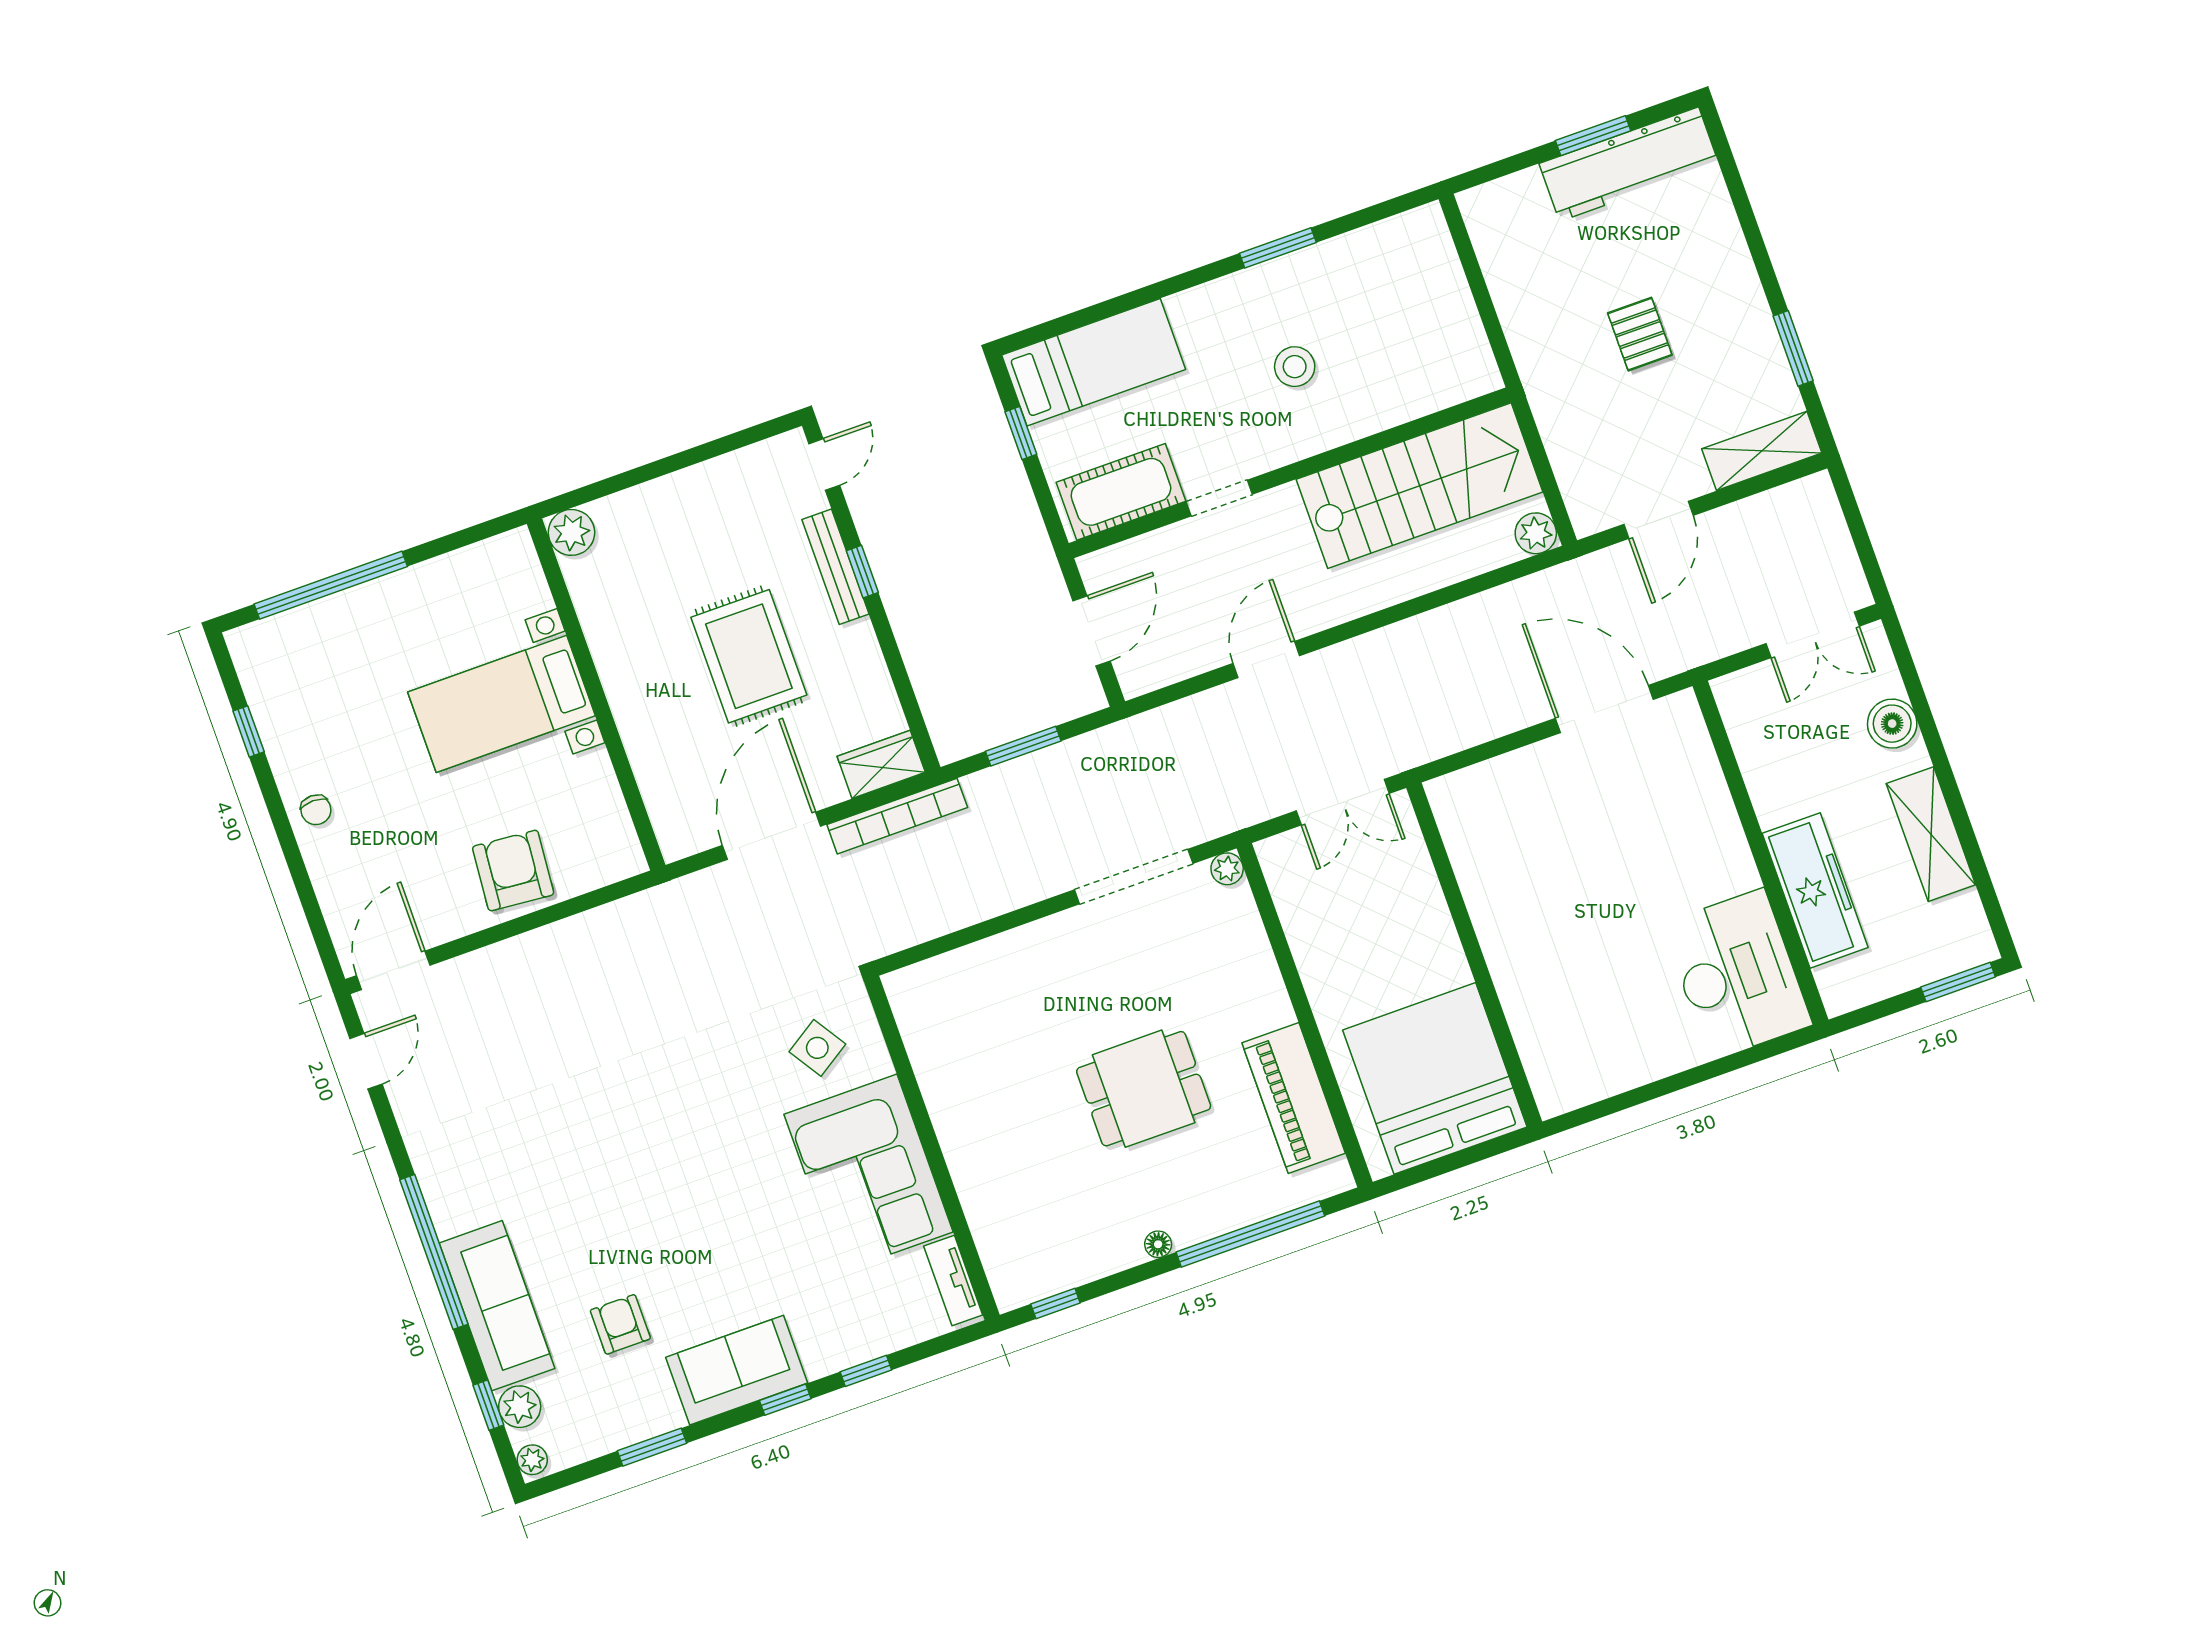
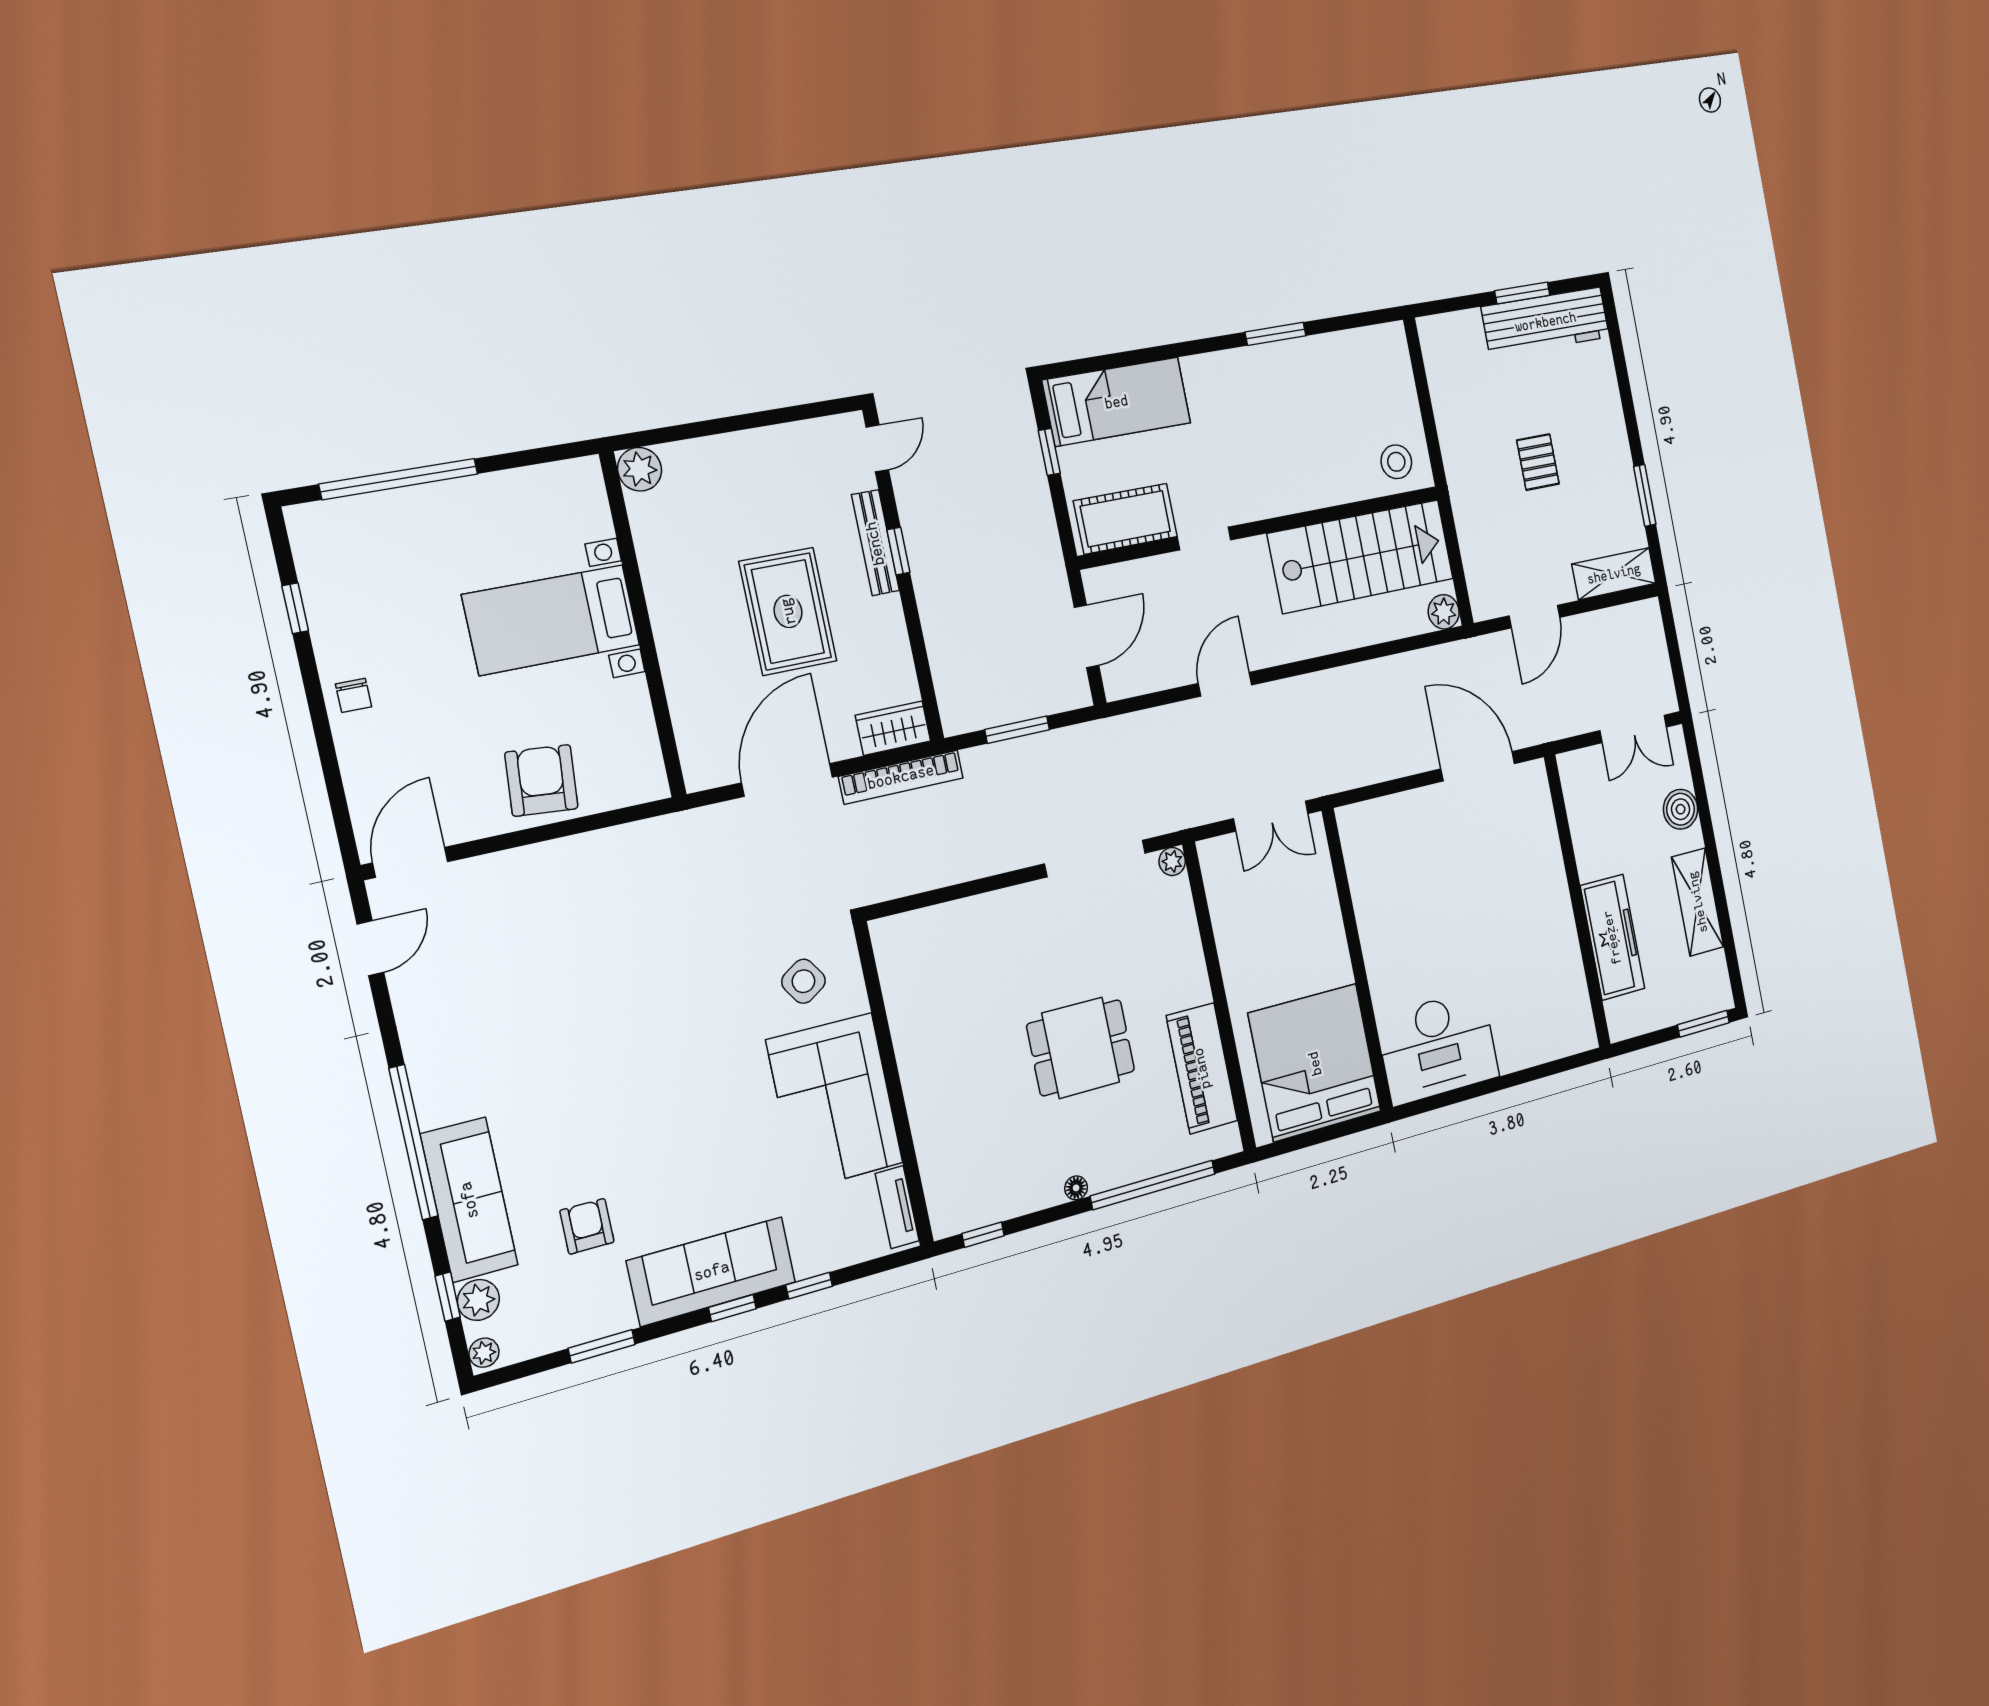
stool: (1295, 367) -> (1396, 462), moved
desk: (1737, 974) -> (1438, 1047), moved, turned 90
sofa: (737, 1370) -> (712, 1271), width x1.36

